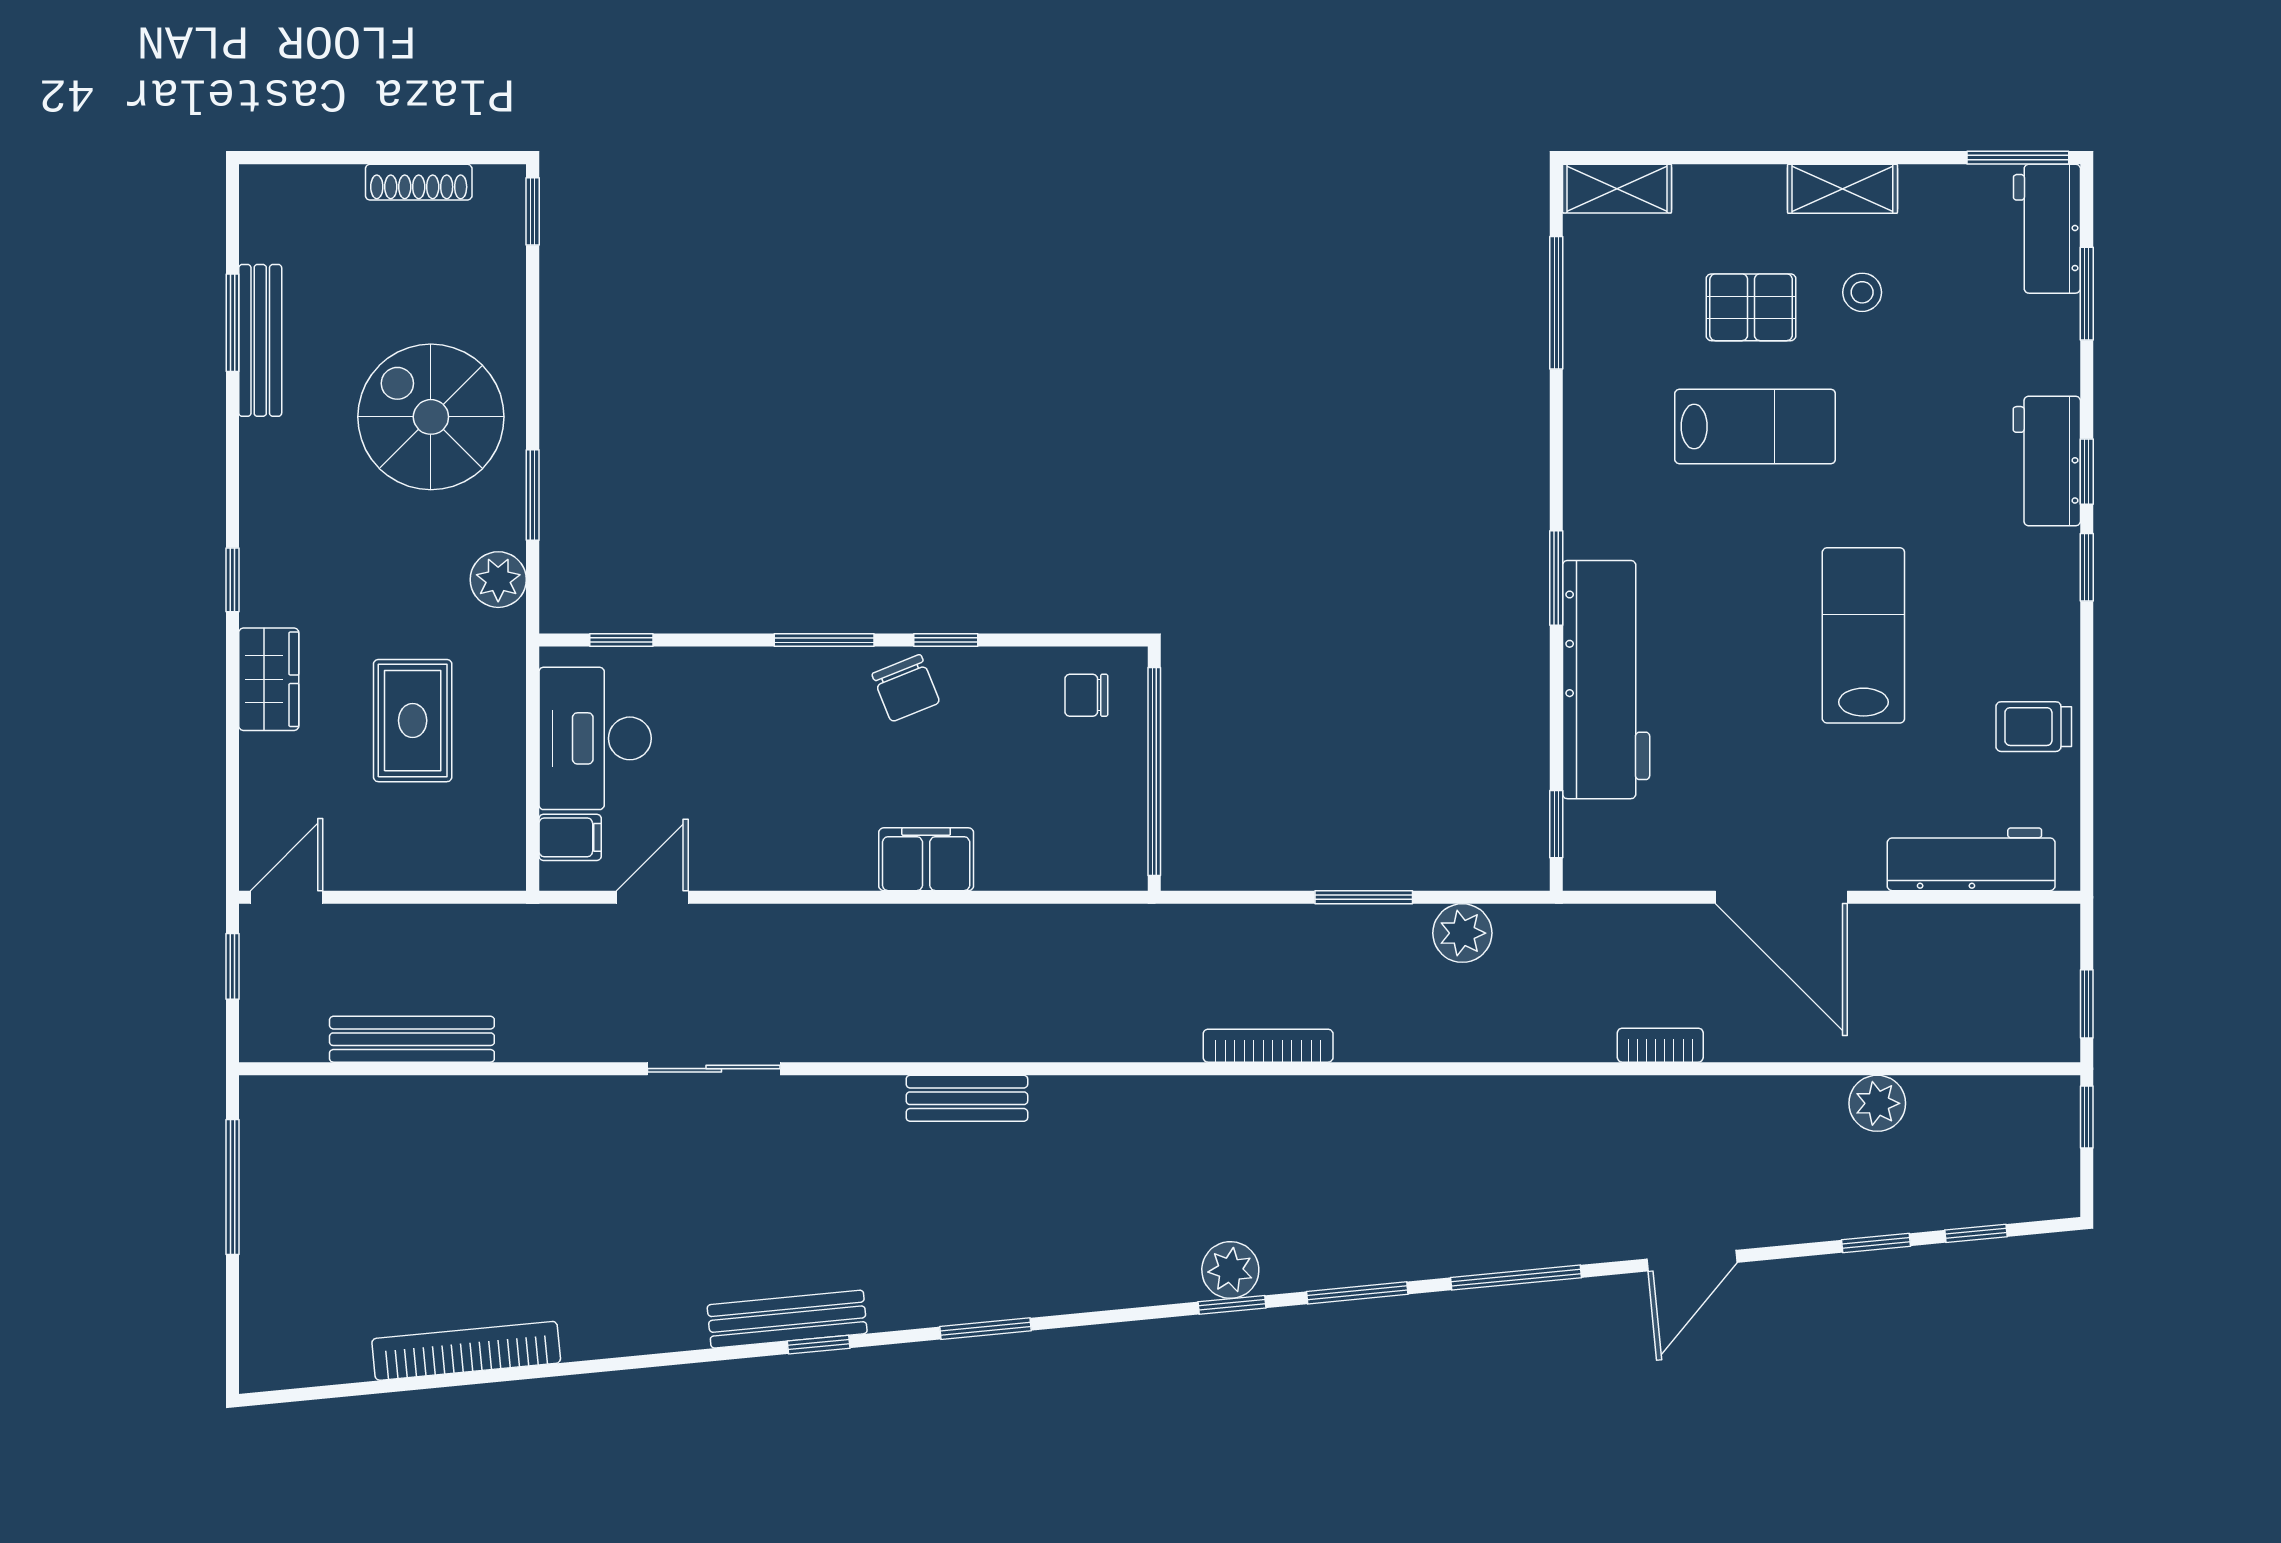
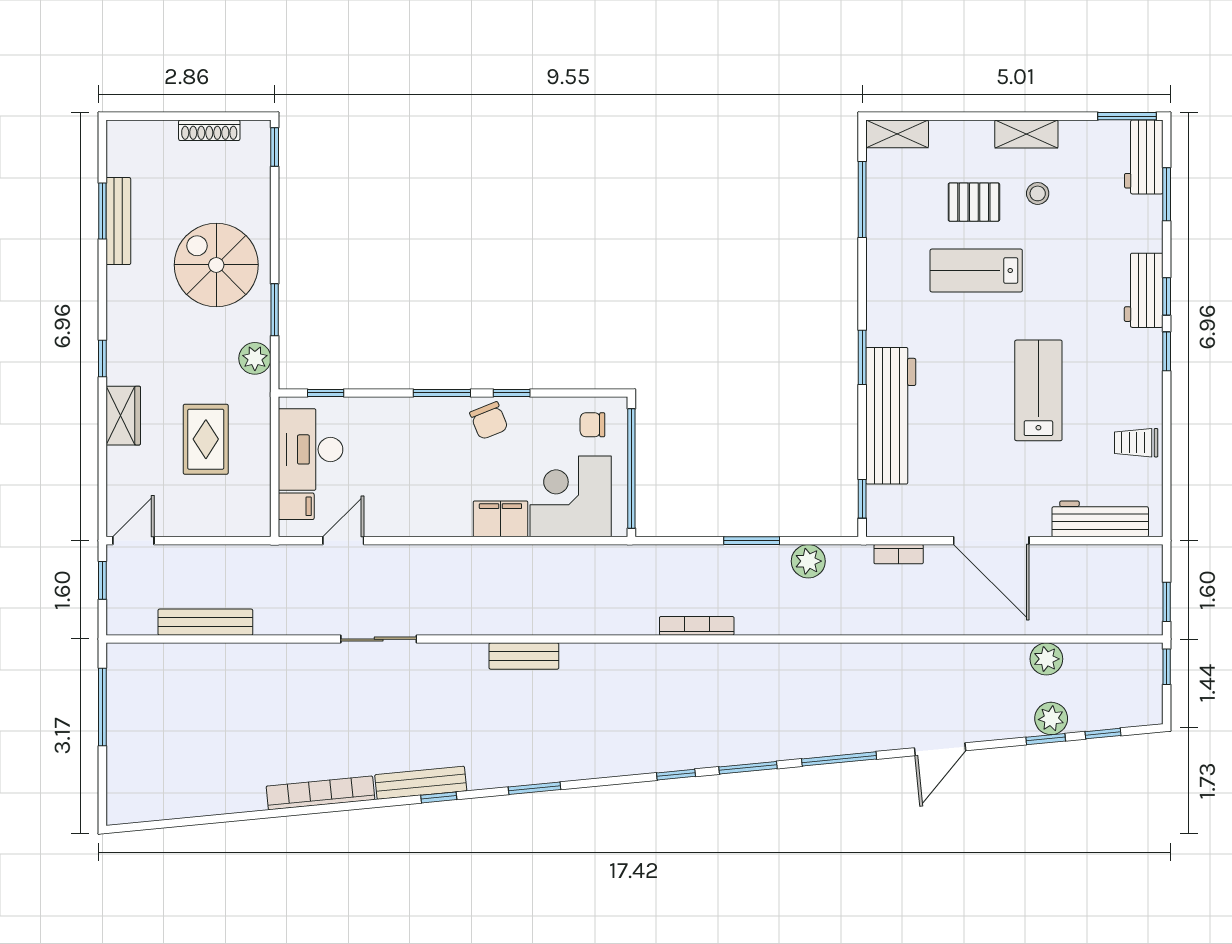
lab bench: (1755, 427) -> (976, 270), turned 180
corner desk: (1048, 820) -> (571, 496), added
bookcase: (1660, 1045) -> (899, 554), moved, turned 180
plant: (1230, 1270) -> (1051, 718), moved
bookcase: (466, 1351) -> (320, 793), moved

